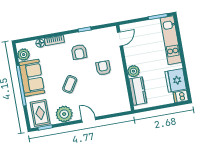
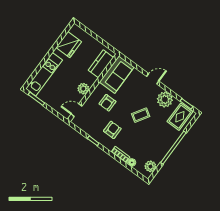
plant: (133, 71) -> (83, 89), moved
sofa: (32, 78) -> (117, 75), moved, turned 180
dishwasher: (181, 96) -> (76, 31), removed
door: (89, 120) -> (153, 79), swing flipped

